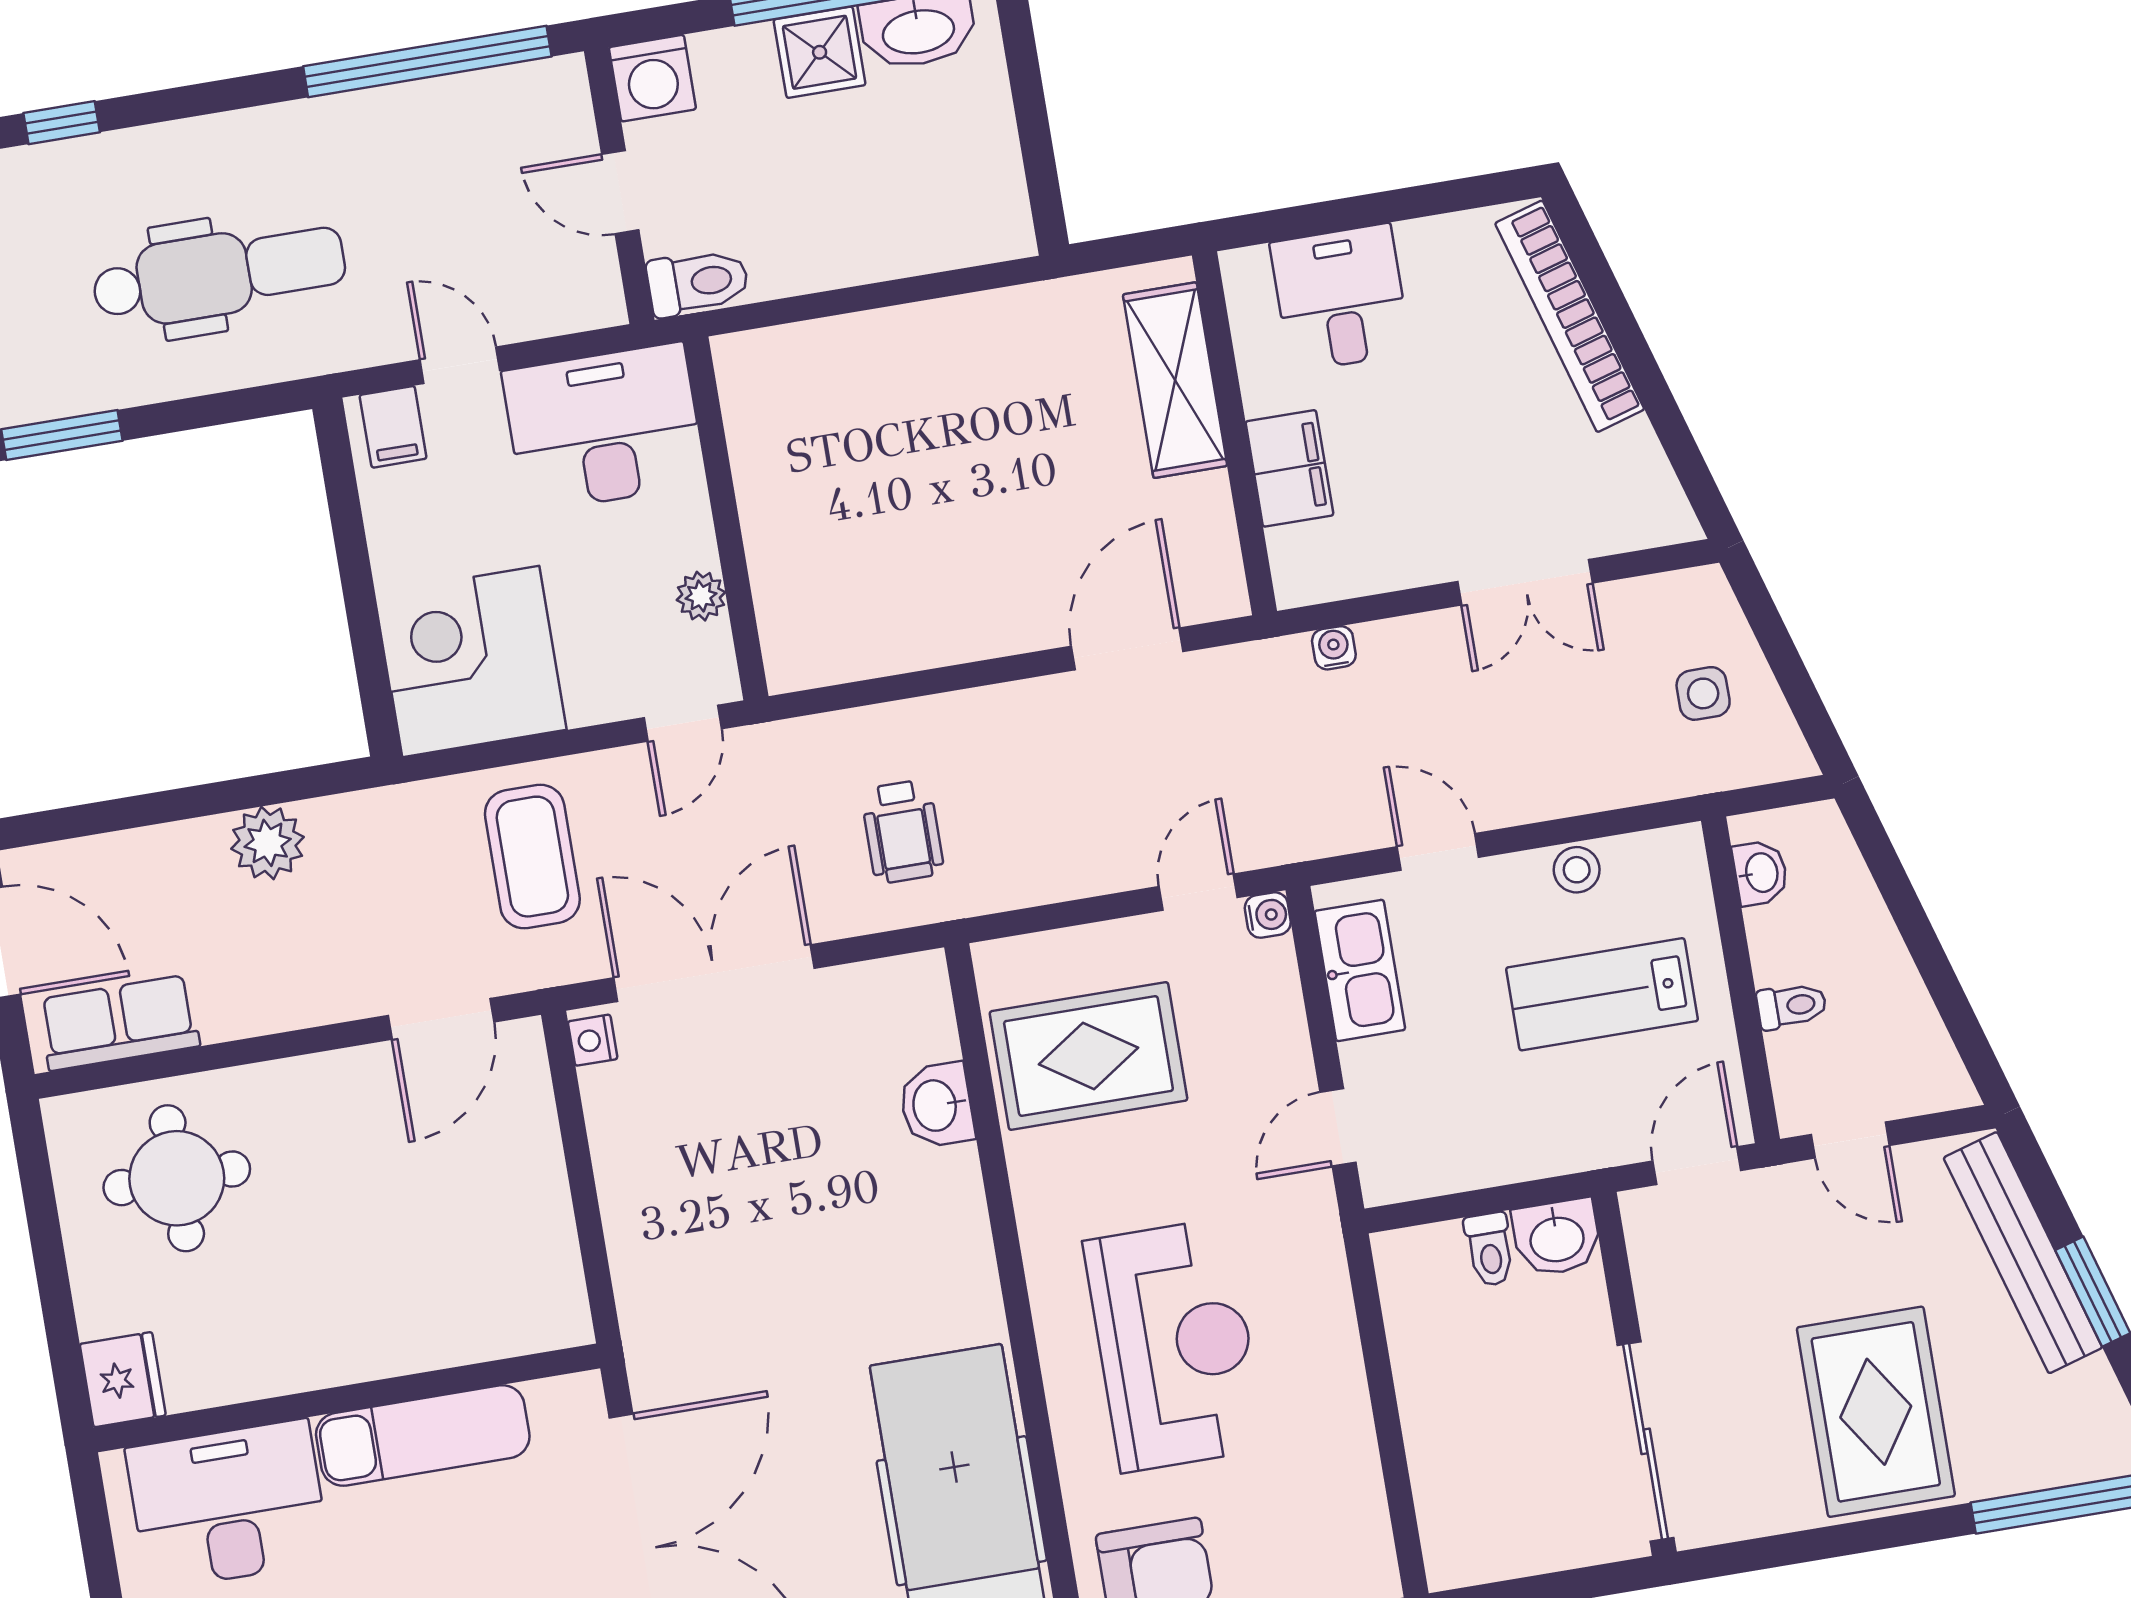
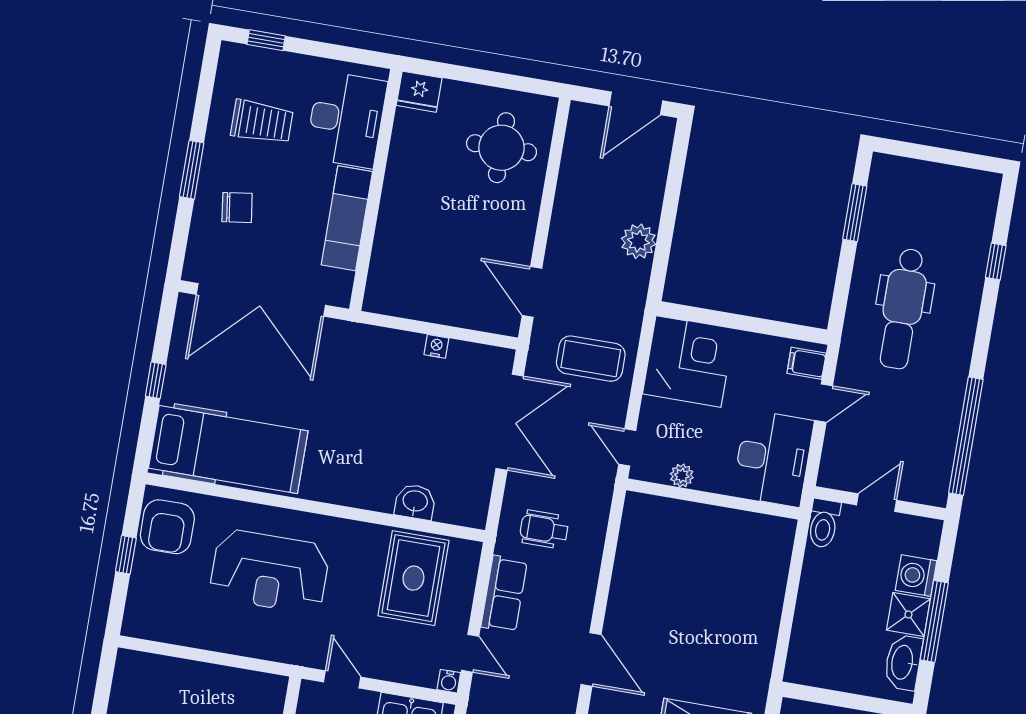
washing machine: (652, 78) -> (916, 576), moved
row of seats: (119, 1023) -> (504, 594), moved
nightstand: (593, 1040) -> (436, 346), moved

